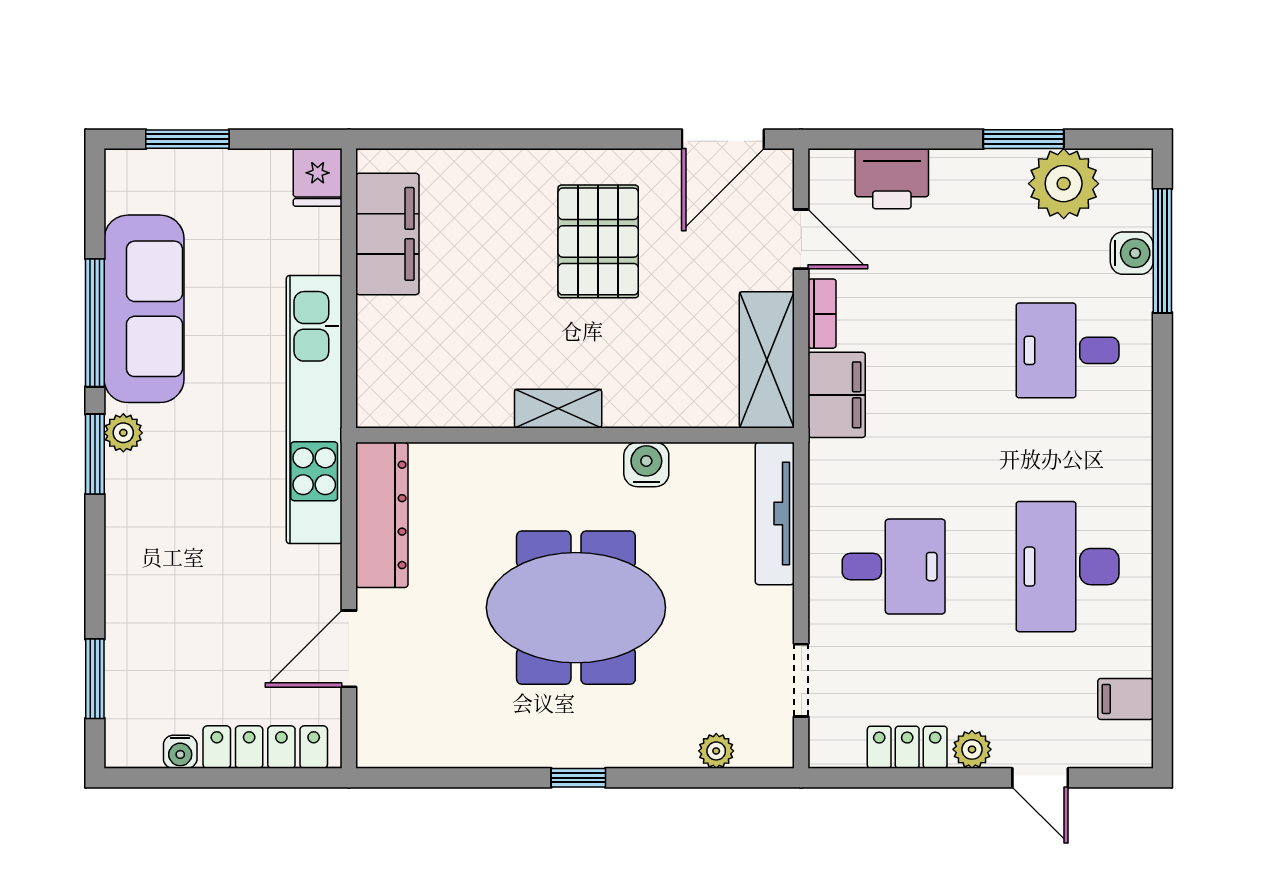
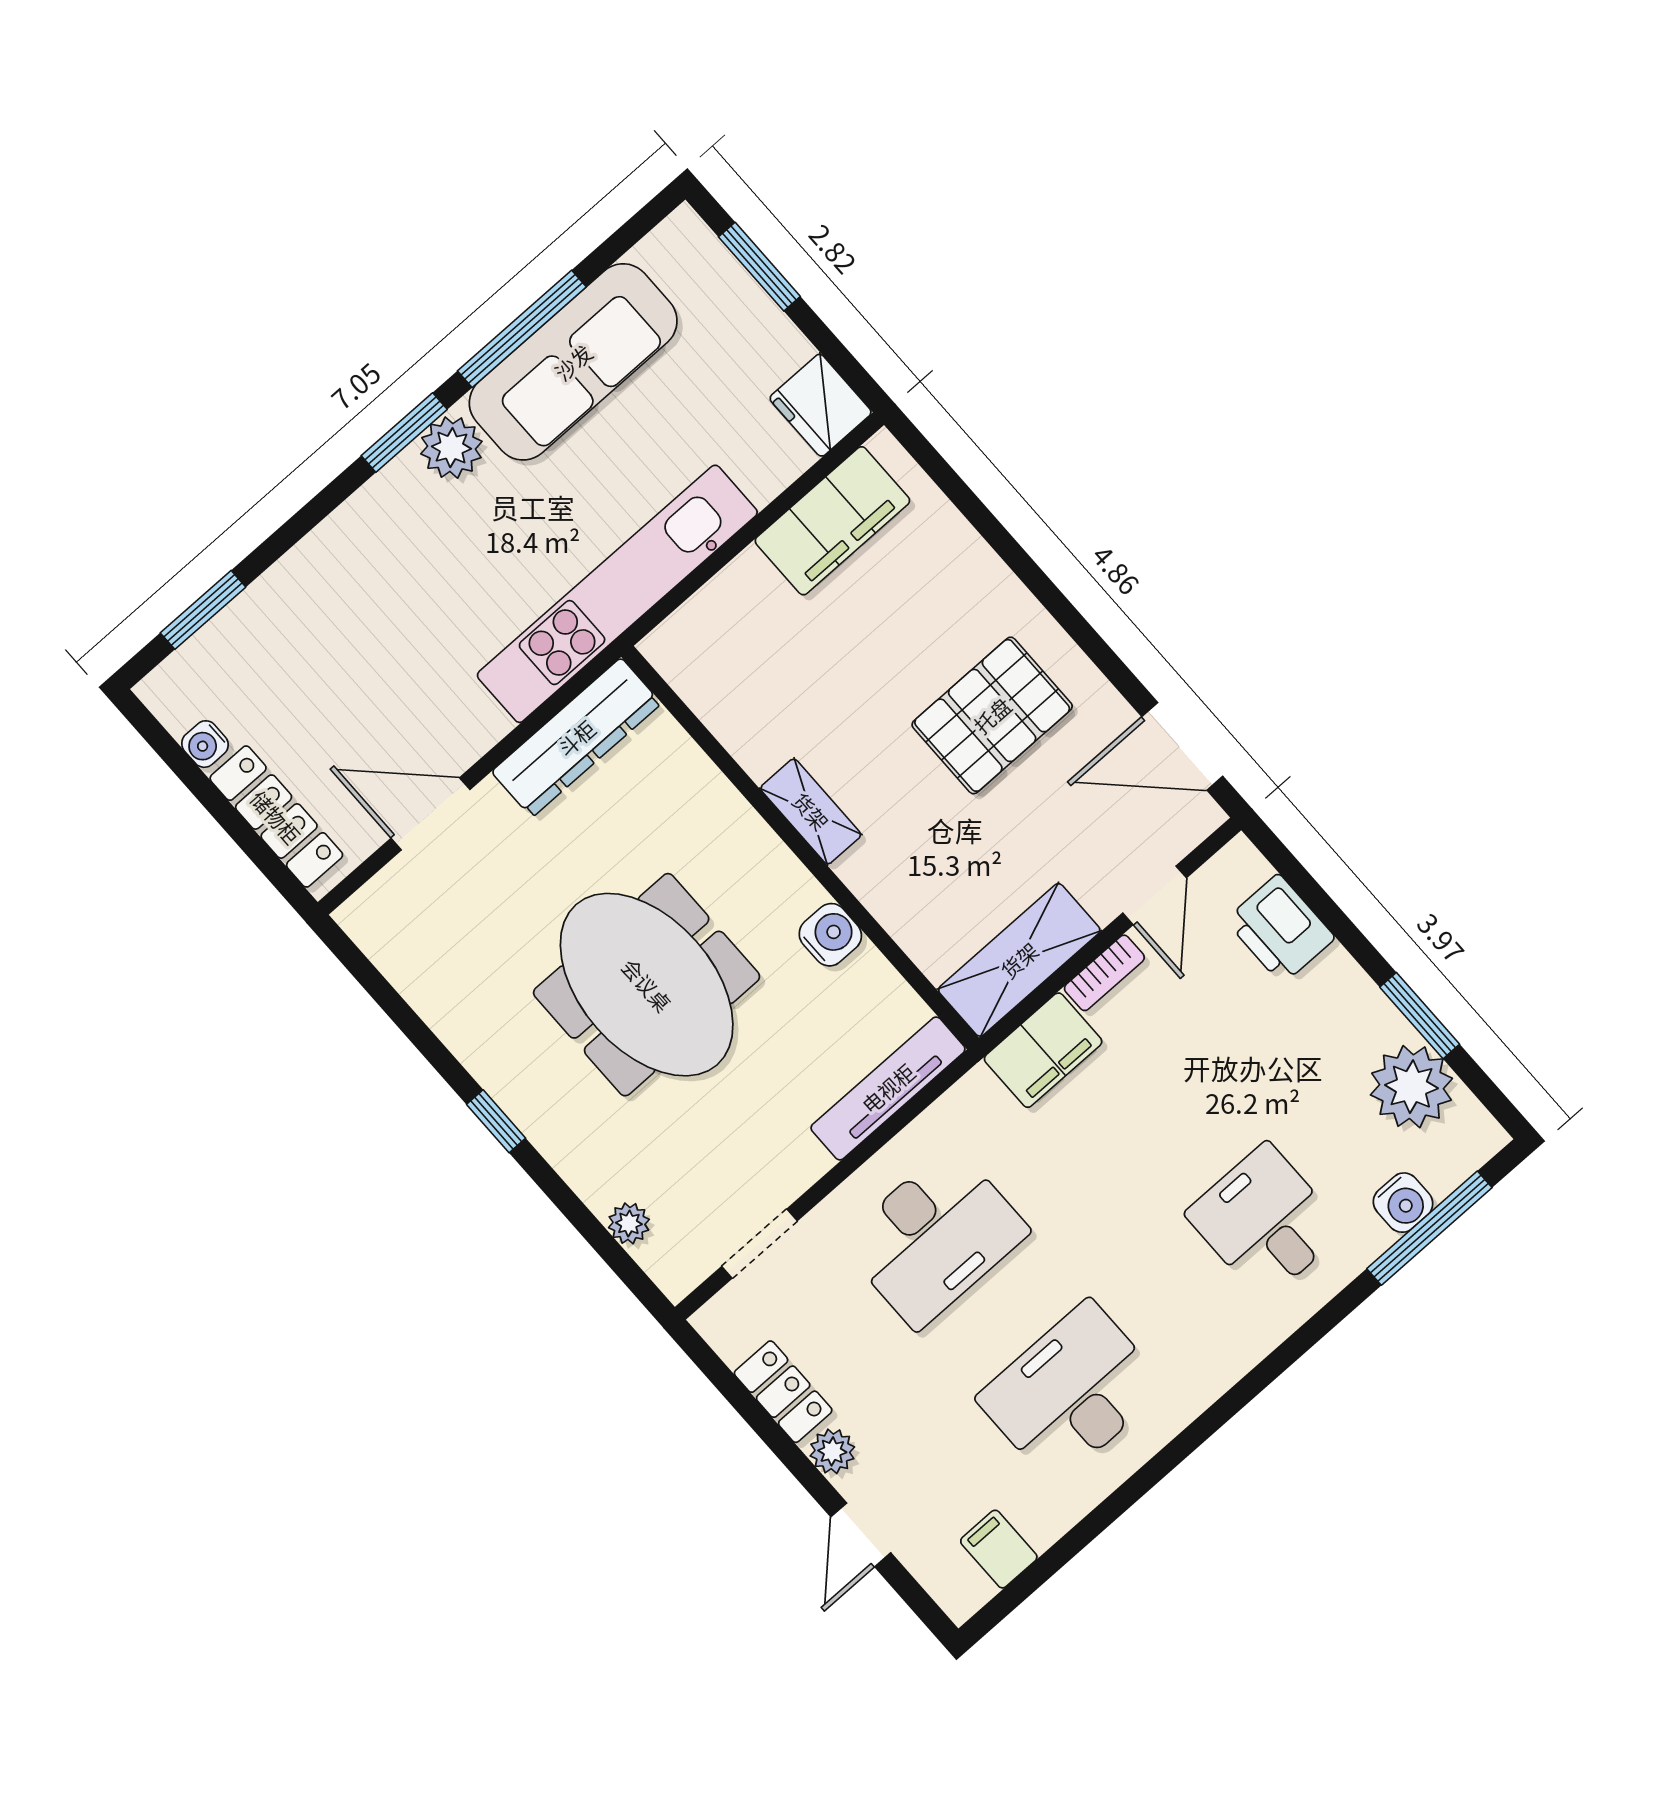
fridge: (318, 177) -> (821, 405), width x1.38
plant: (123, 433) -> (451, 448), width x1.38, depth x1.38
desk: (894, 567) -> (934, 1237), width x1.37

